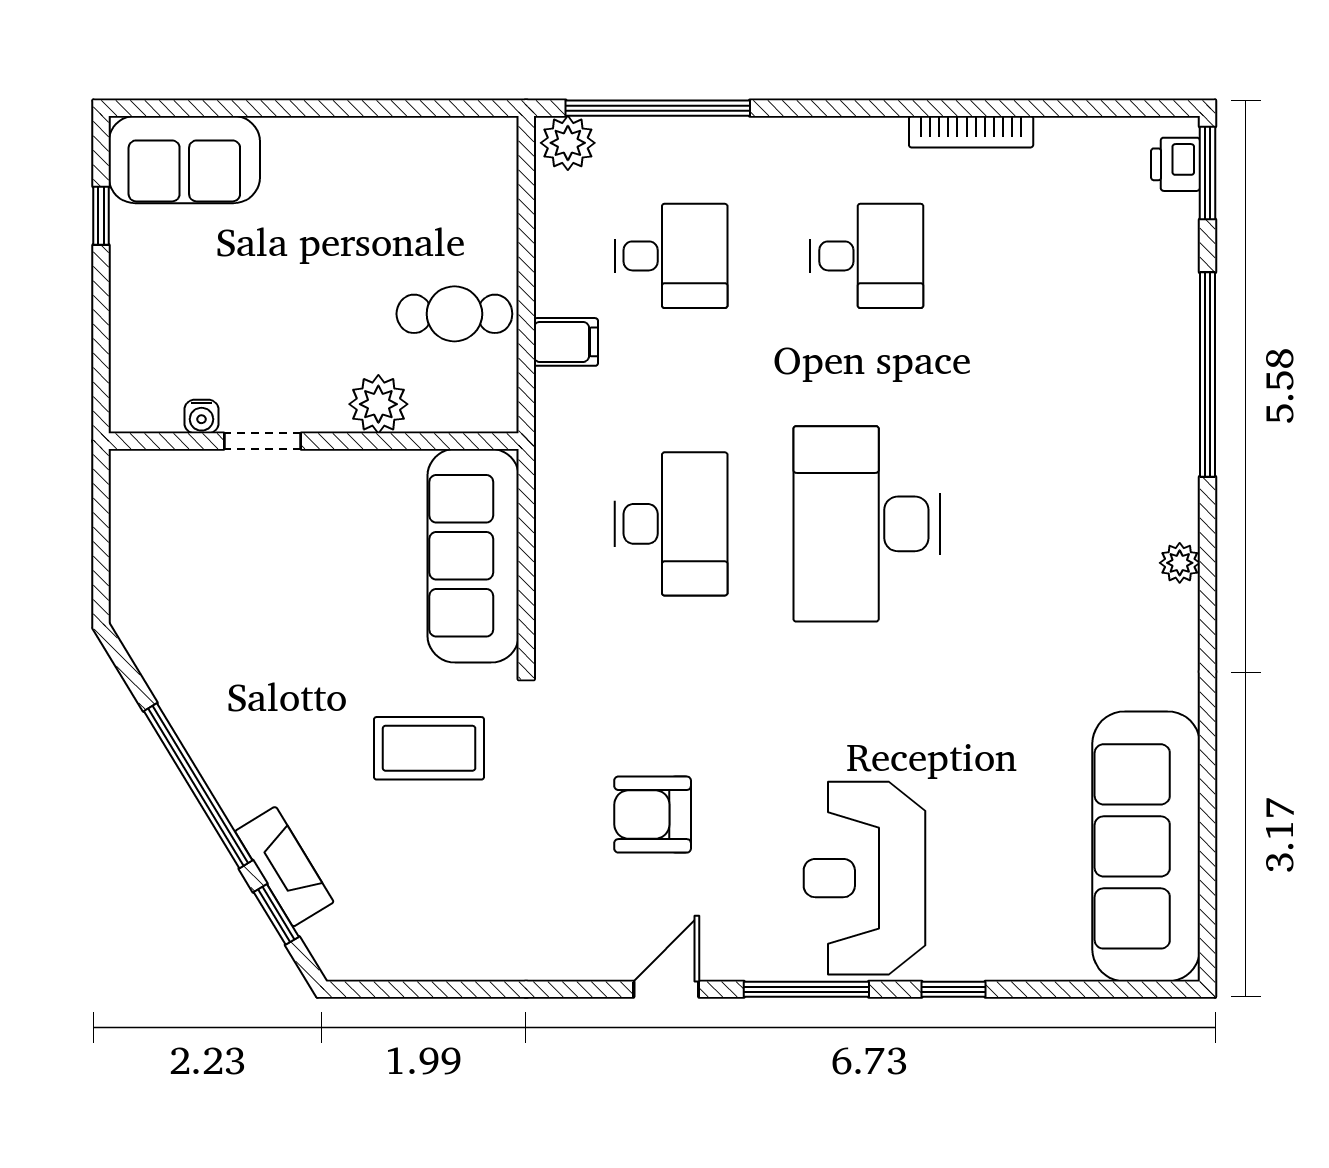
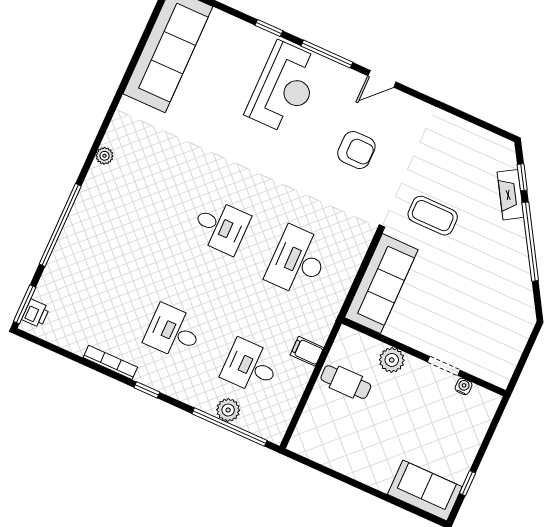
window: (868, 108) -> (147, 390), added
plant: (568, 143) -> (228, 410), moved
desk: (867, 524) -> (221, 226), width x0.53, depth x0.77

